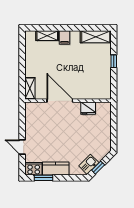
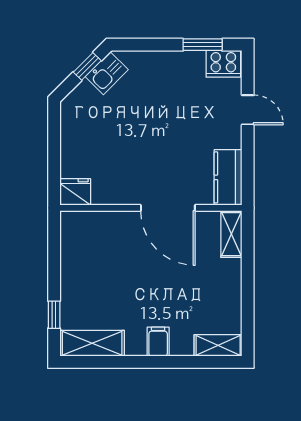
shelving: (47, 36) -> (218, 345), moved
window: (114, 61) -> (54, 315), moved
fridge: (88, 108) -> (75, 192), moved
kitchen counter: (56, 169) -> (228, 177), moved, turned 90

